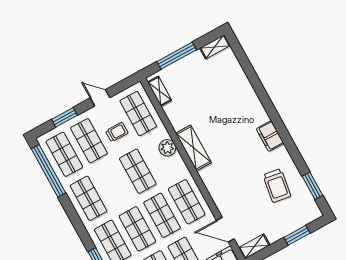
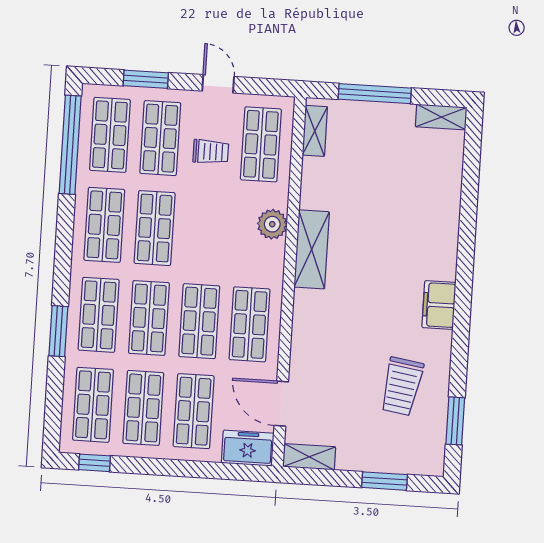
shop shelf: (138, 171) -> (155, 228), moved

